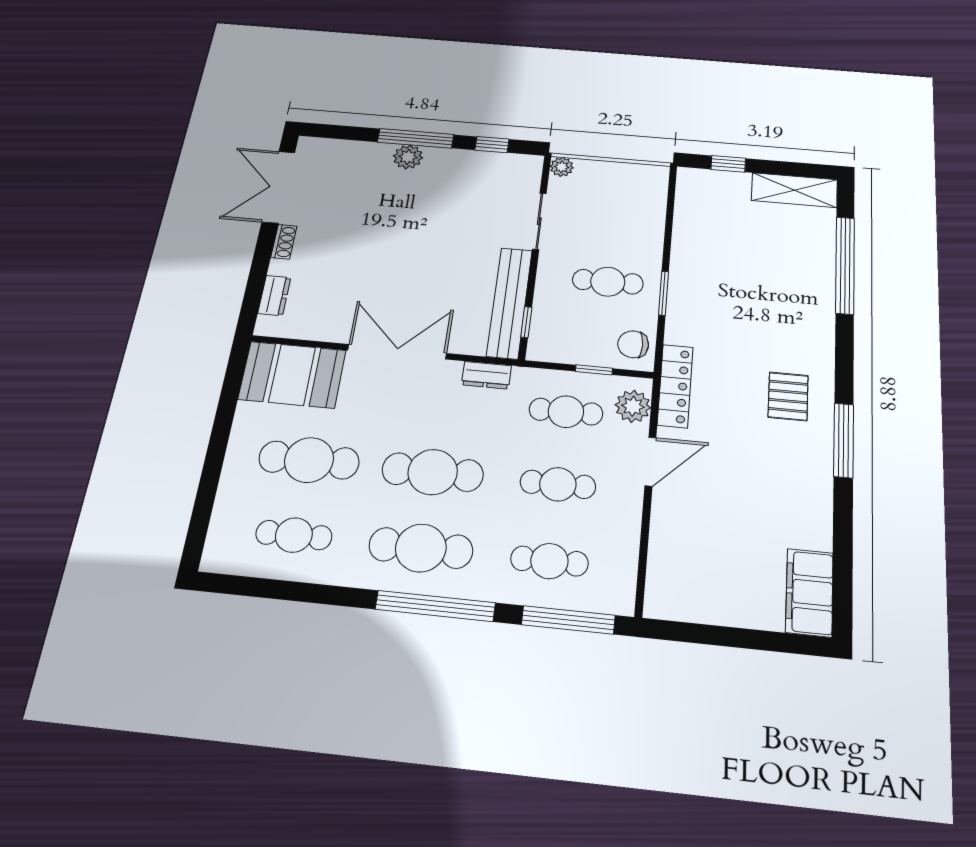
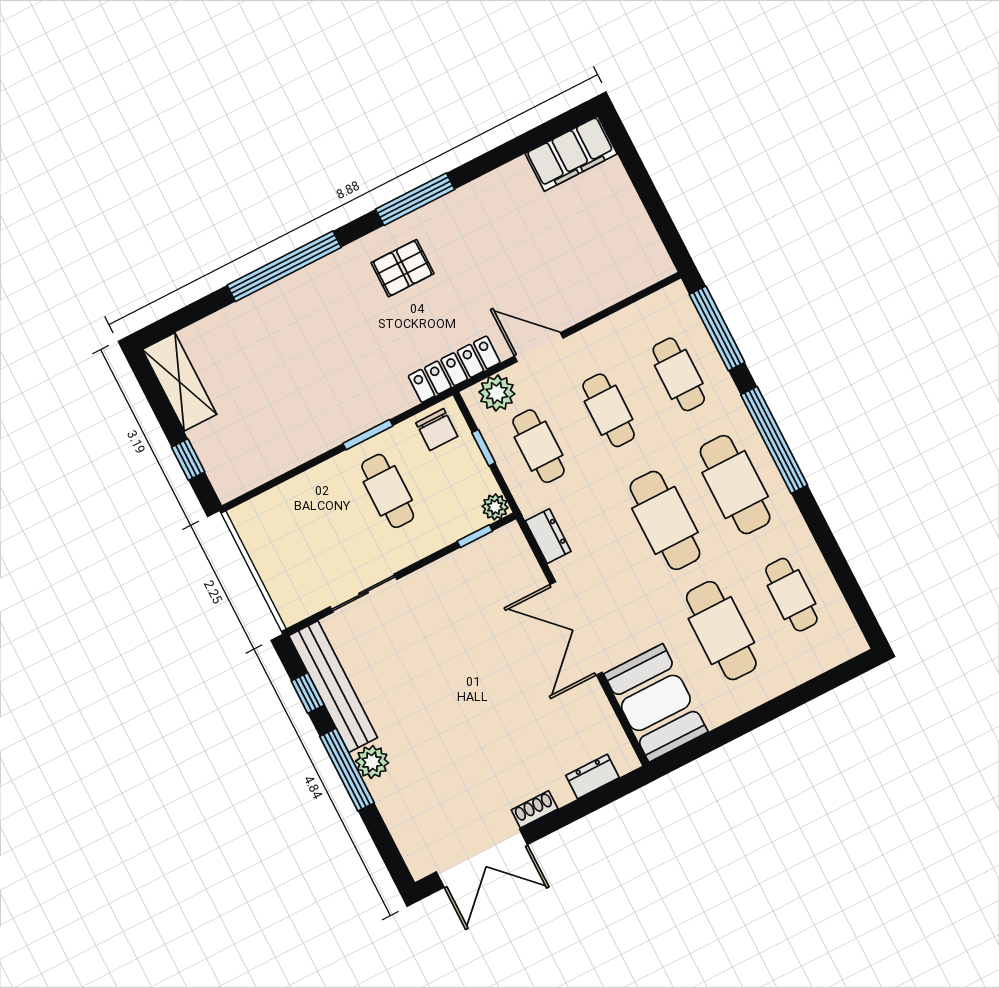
plant: (562, 167) -> (495, 507), moved
window: (845, 265) -> (284, 266), moved
bench: (510, 303) -> (333, 687), moved, turned 90

